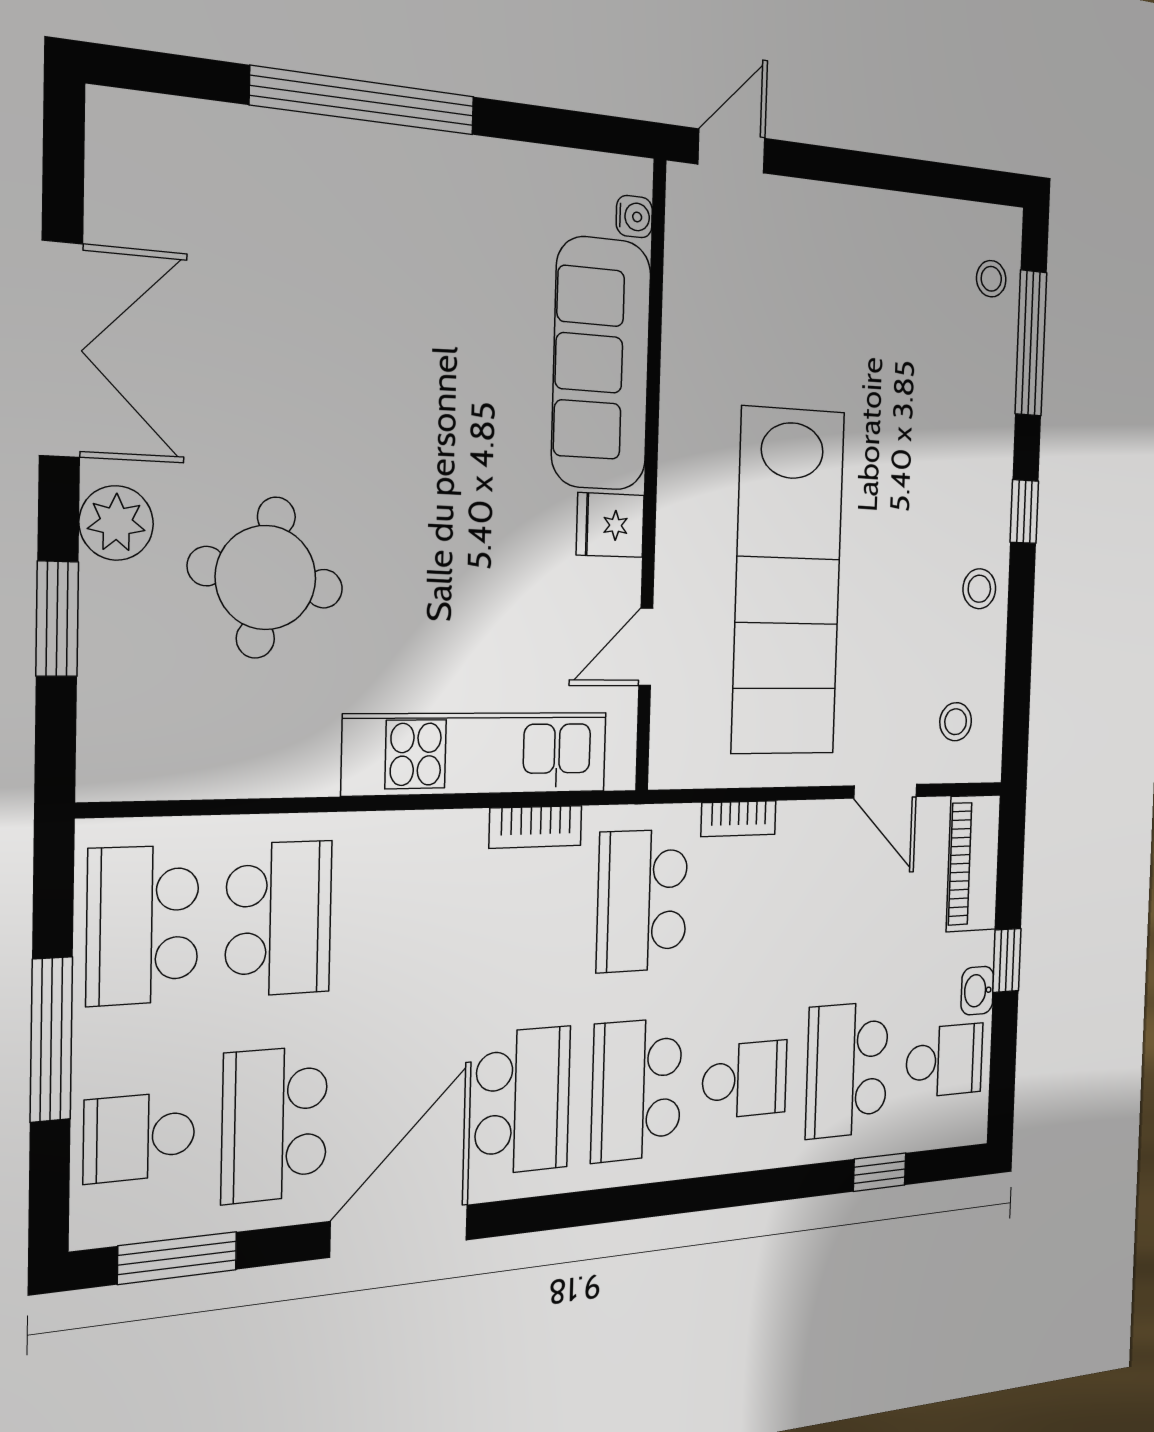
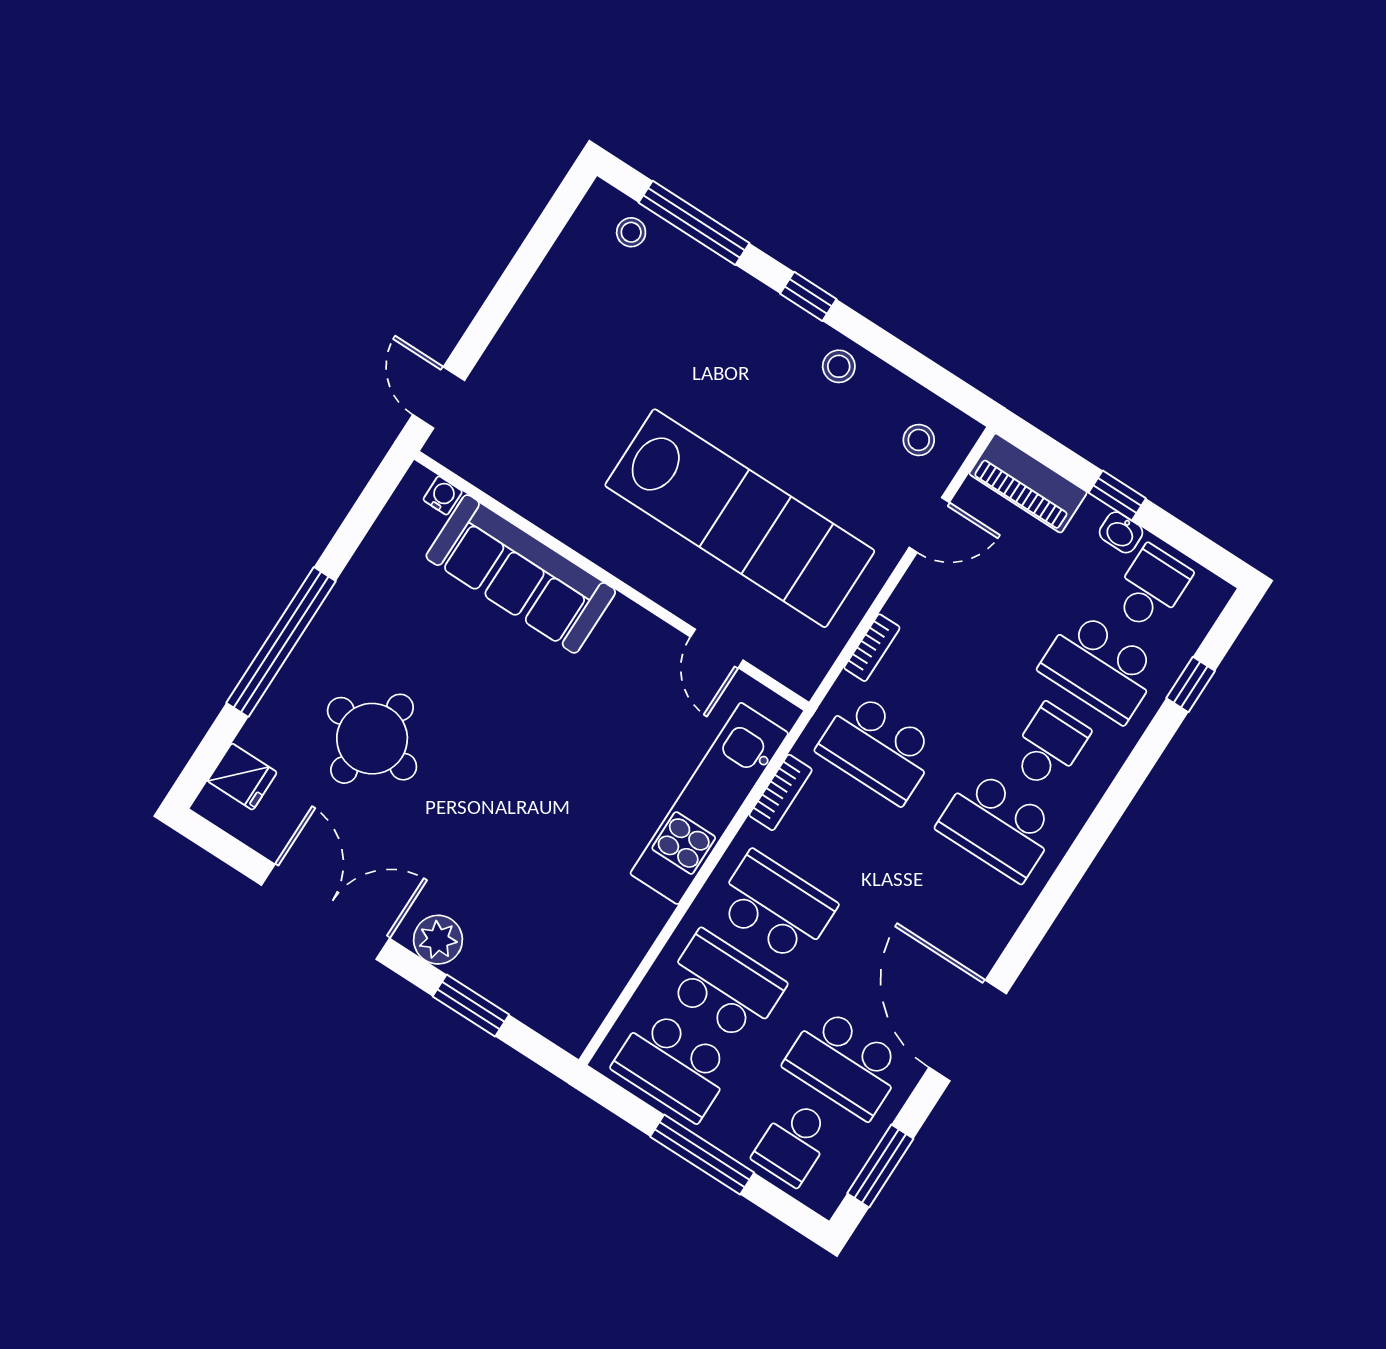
fridge: (610, 525) -> (242, 777), moved, turned -90
round table: (266, 578) -> (372, 739), moved
school desk: (523, 1101) -> (776, 907), moved

